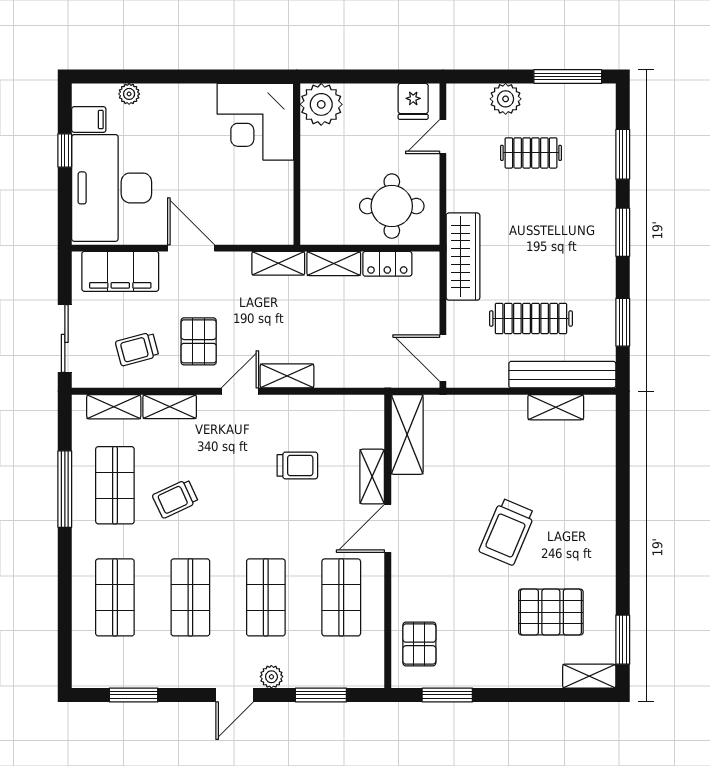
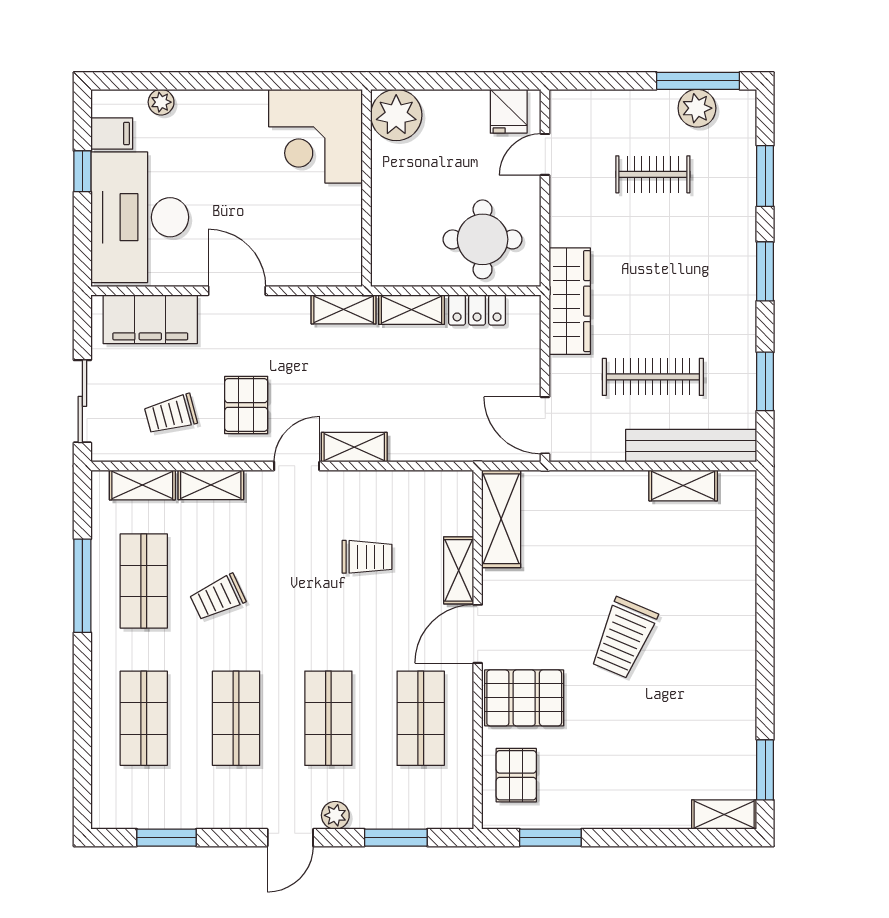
plant: (506, 99) -> (697, 108), moved
pallet: (551, 612) -> (524, 698), moved

